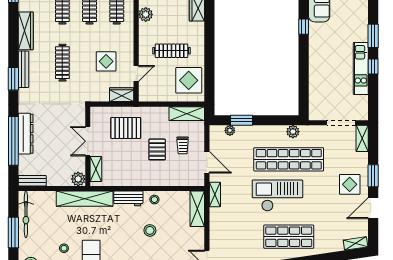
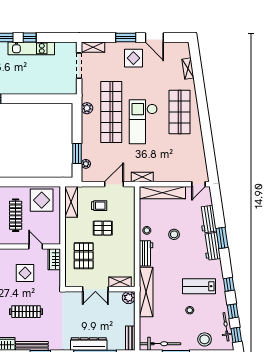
shelving: (197, 209) -> (162, 193), width x1.47
shelving: (355, 243) -> (188, 69), moved

